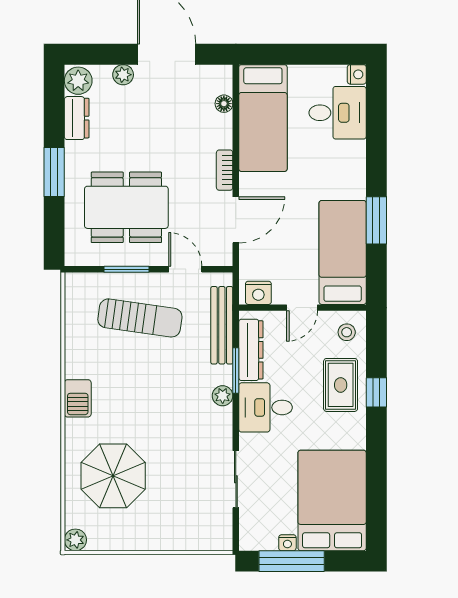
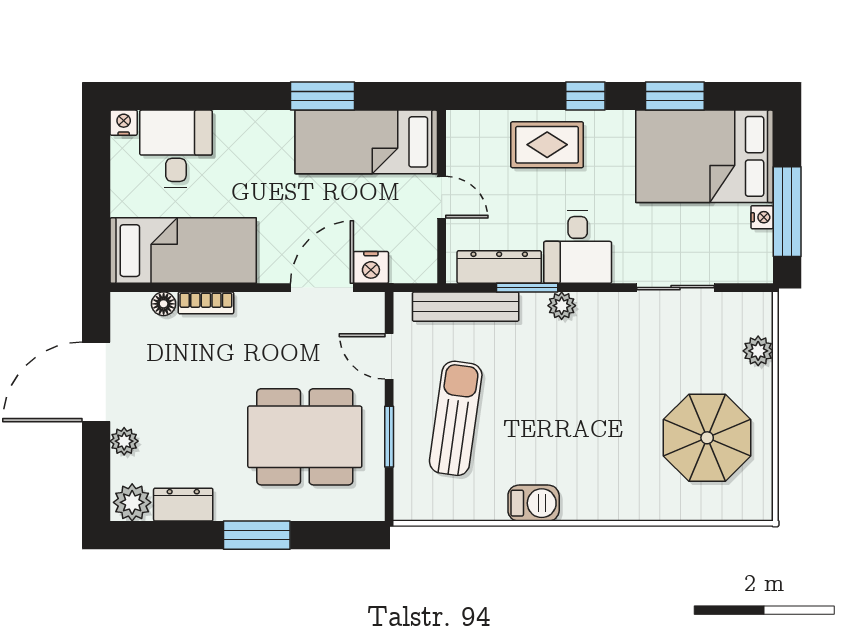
bookcase: (225, 170) -> (206, 303), moved
dining table: (126, 207) -> (305, 437), turned 90
door: (236, 220) -> (322, 288), hinge flipped
door: (185, 269) -> (389, 356), hinge flipped
nightstand: (258, 293) -> (371, 267), moved, turned 90
stool: (347, 332) -> (475, 136), removed
window: (376, 392) -> (585, 96), moved
barbecue: (78, 398) -> (534, 503), moved
parasol: (113, 476) -> (707, 438), moved
window: (376, 479) -> (675, 96), added
plant: (75, 540) -> (758, 351), moved

